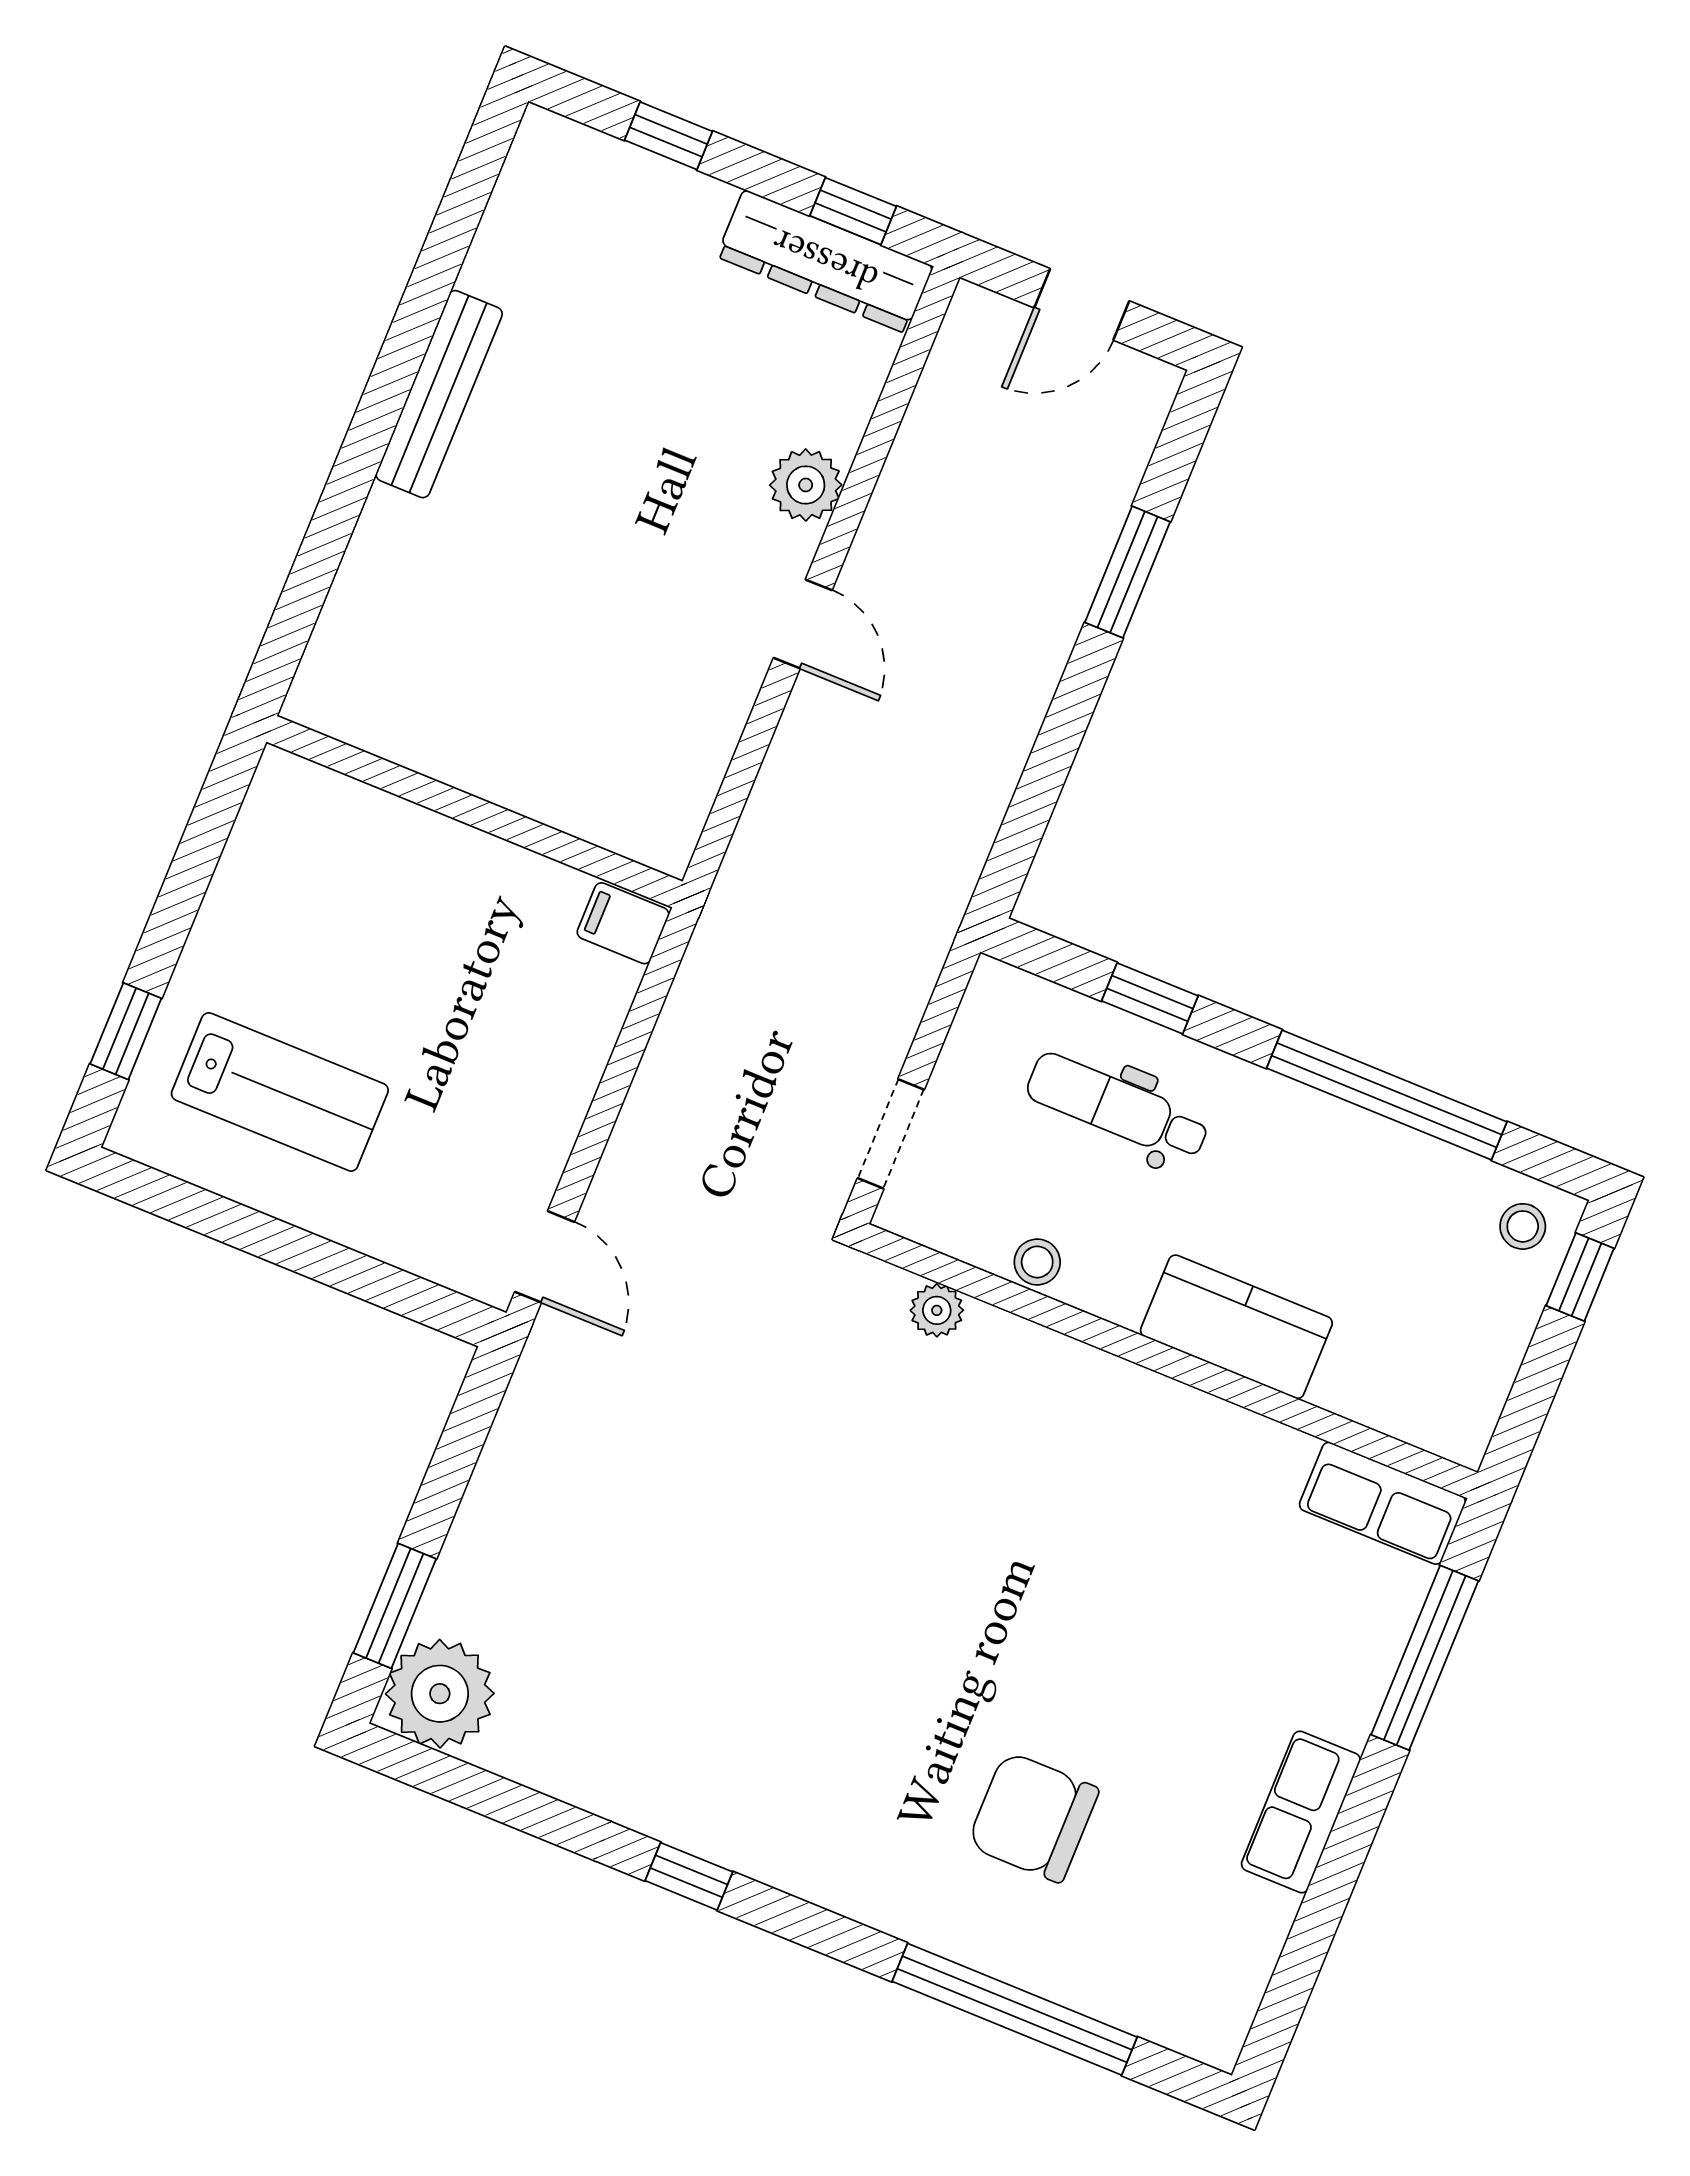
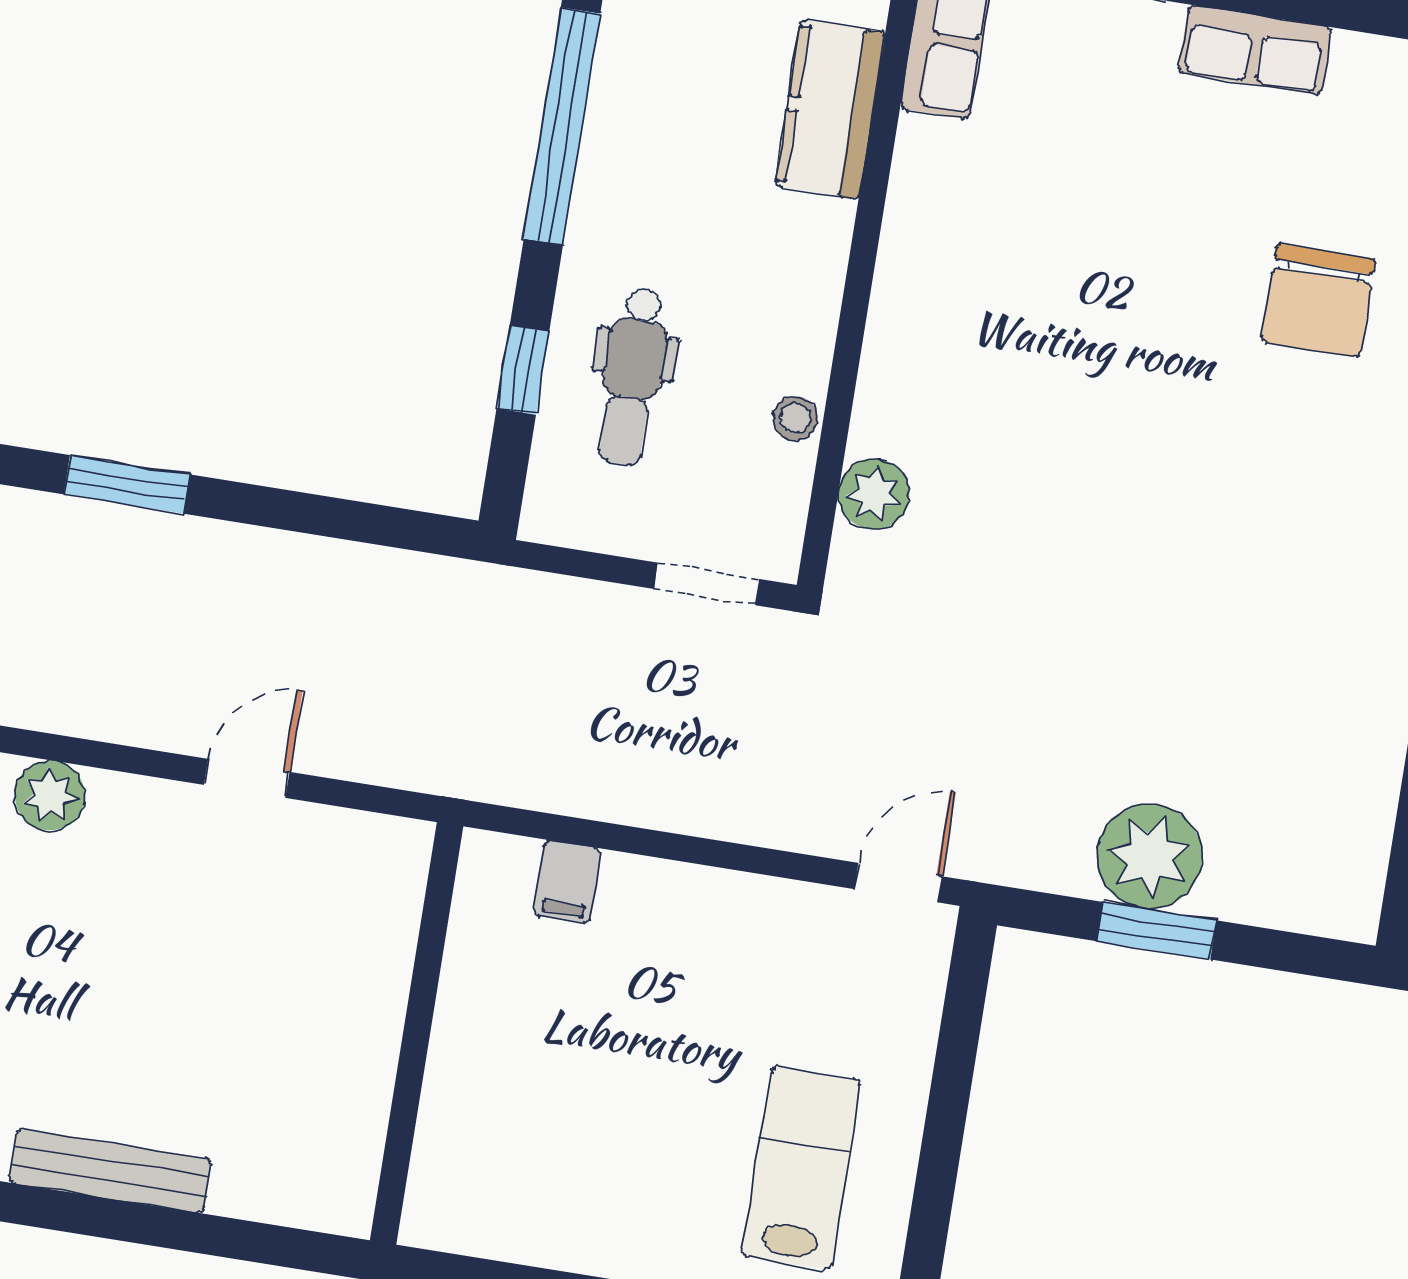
plant: (806, 485) -> (50, 796), moved
wall: (475, 812) -> (417, 1033), moved
plant: (937, 1310) -> (874, 494), width x1.38, depth x1.38
kitchen counter: (1236, 1327) -> (830, 109), moved
window: (395, 1606) -> (1157, 931), moved
plant: (440, 1694) -> (1149, 856), moved

